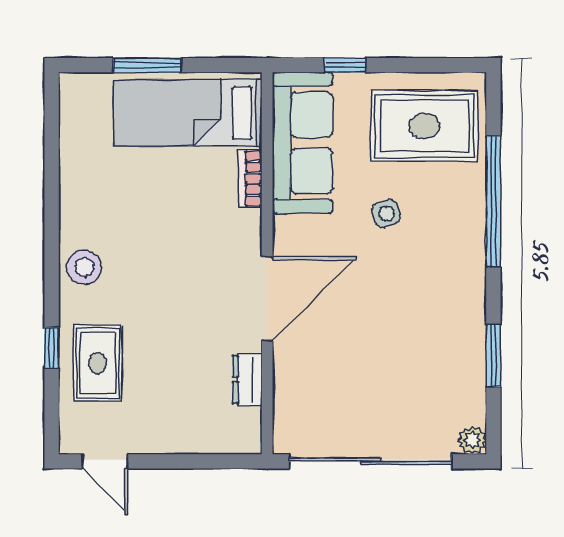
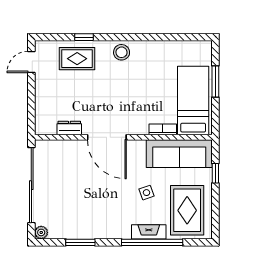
fireplace: (471, 208) -> (149, 232), added

